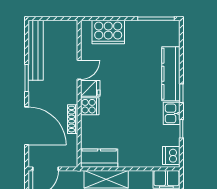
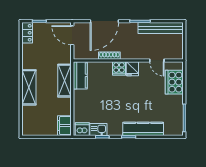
door: (79, 70) -> (157, 60), moved
kitchen sink: (172, 113) -> (98, 129), moved

